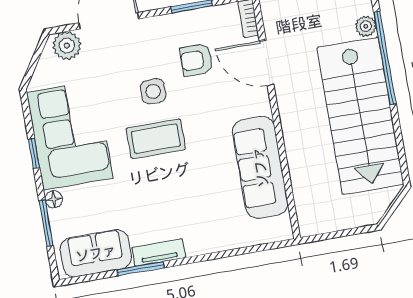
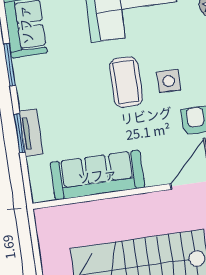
tv unit: (159, 253) -> (31, 133), moved
window: (216, 255) -> (19, 133), added

